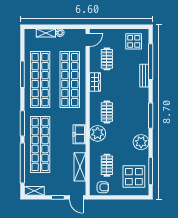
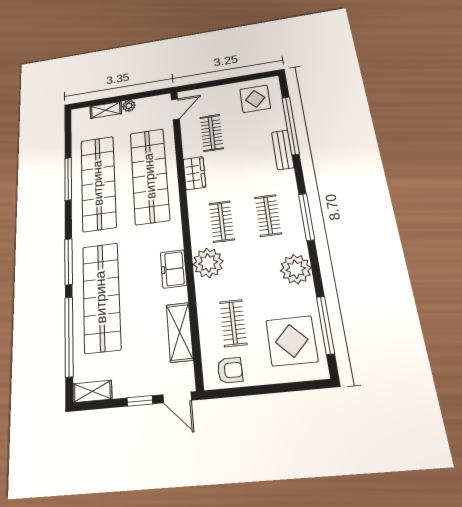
clothes rail: (131, 112) -> (268, 215), added

